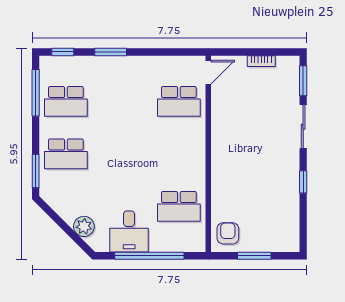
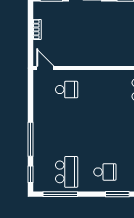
window: (111, 52) -> (31, 139), width x1.44
school desk: (179, 101) -> (67, 90), width x0.54
school desk: (66, 154) -> (105, 172), width x0.54

